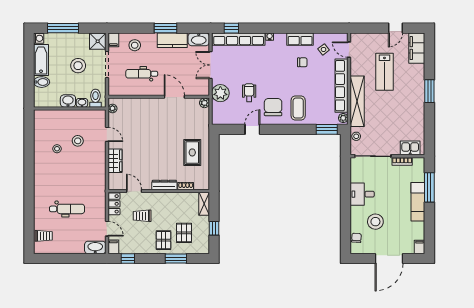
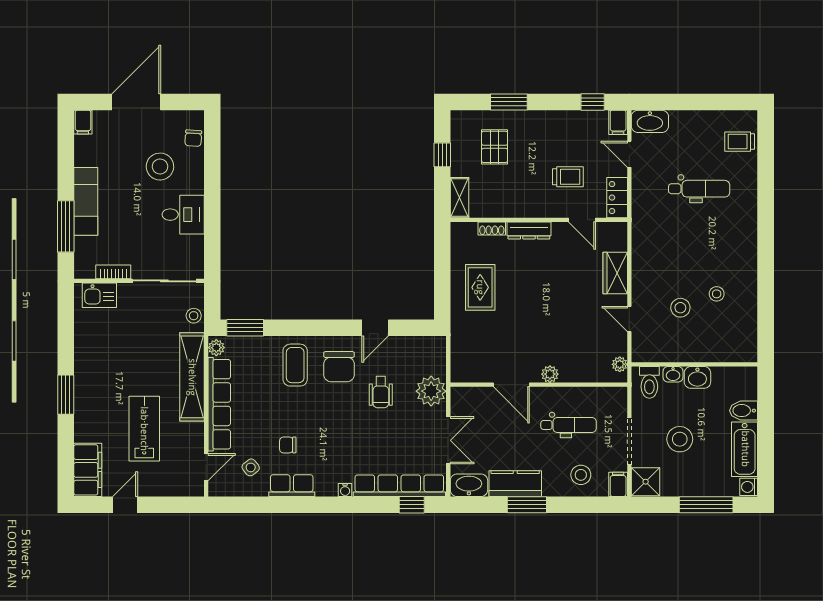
door: (349, 50) -> (206, 467), hinge flipped
plant: (204, 103) -> (550, 374), moved
dental chair: (67, 209) -> (699, 189), turned 180
pallet: (163, 240) -> (531, 134), removed

